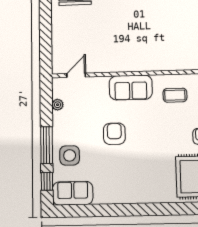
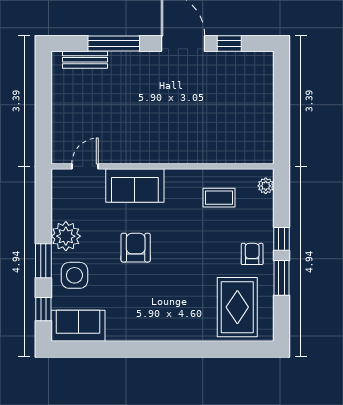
sofa: (131, 88) -> (135, 186), moved
plant: (58, 105) -> (66, 236), moved, width x1.88, depth x1.88
window: (47, 145) -> (43, 261), width x0.69

